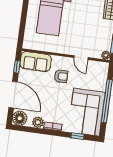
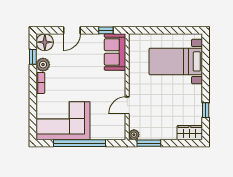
armchair: (61, 76) -> (102, 85), removed
door: (13, 95) -> (72, 30), width x0.53
window: (77, 136) -> (33, 57), moved

